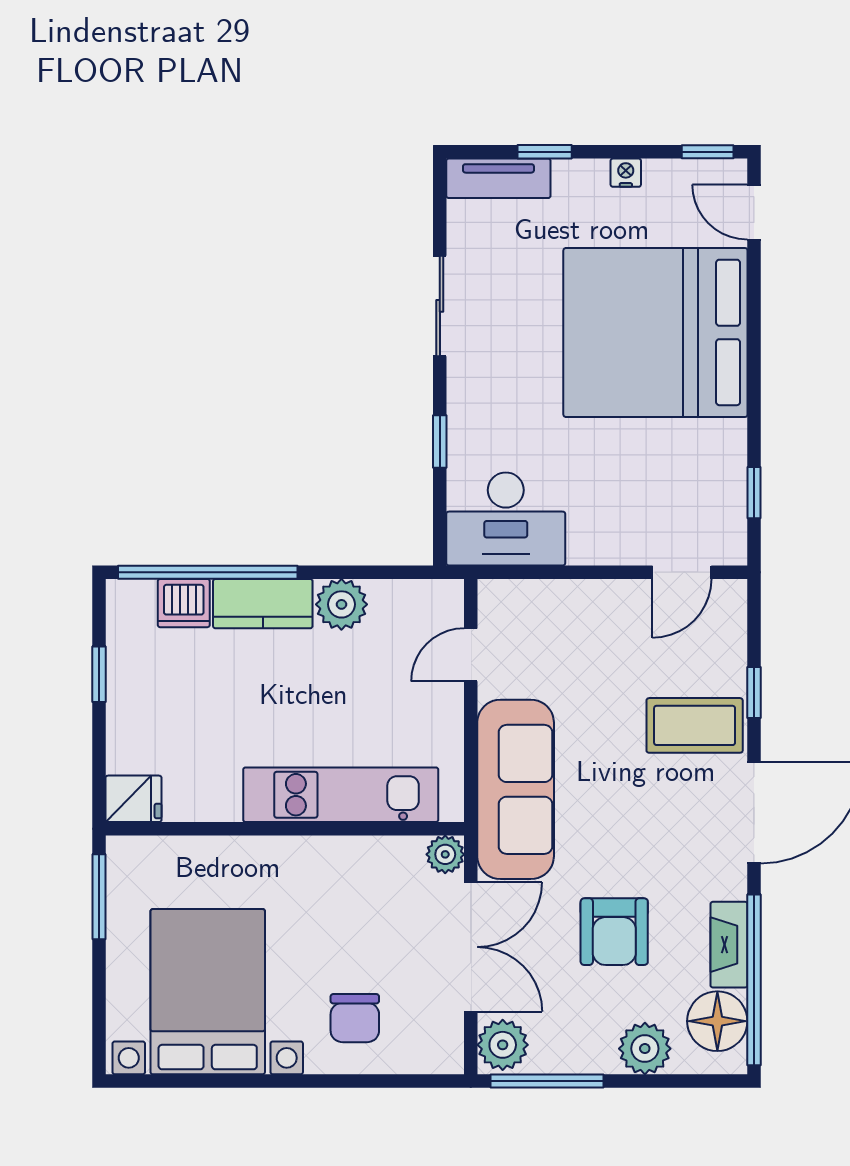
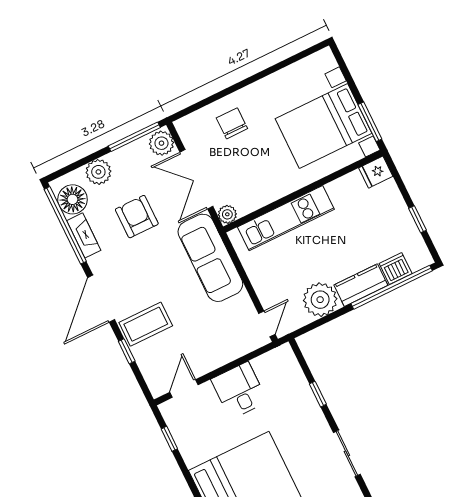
desk: (506, 519) -> (239, 390), moved, width x0.73
plant: (341, 604) -> (320, 300), width x1.36, depth x1.36
door: (471, 655) -> (267, 324), moved
bed with nightstands: (208, 992) -> (324, 126), moved, turned 90

